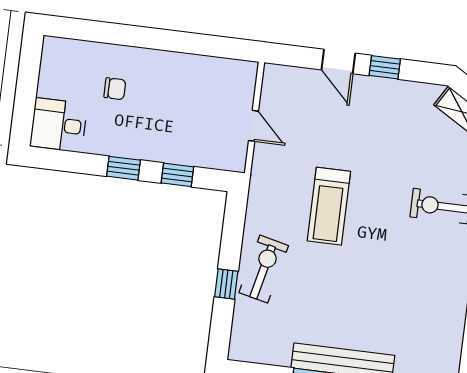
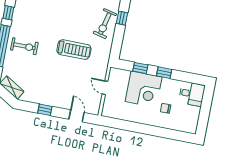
door: (338, 62) -> (77, 116), moved
corner desk: (167, 128) -> (144, 89), added
treadmill: (329, 206) -> (74, 50), turned 90

